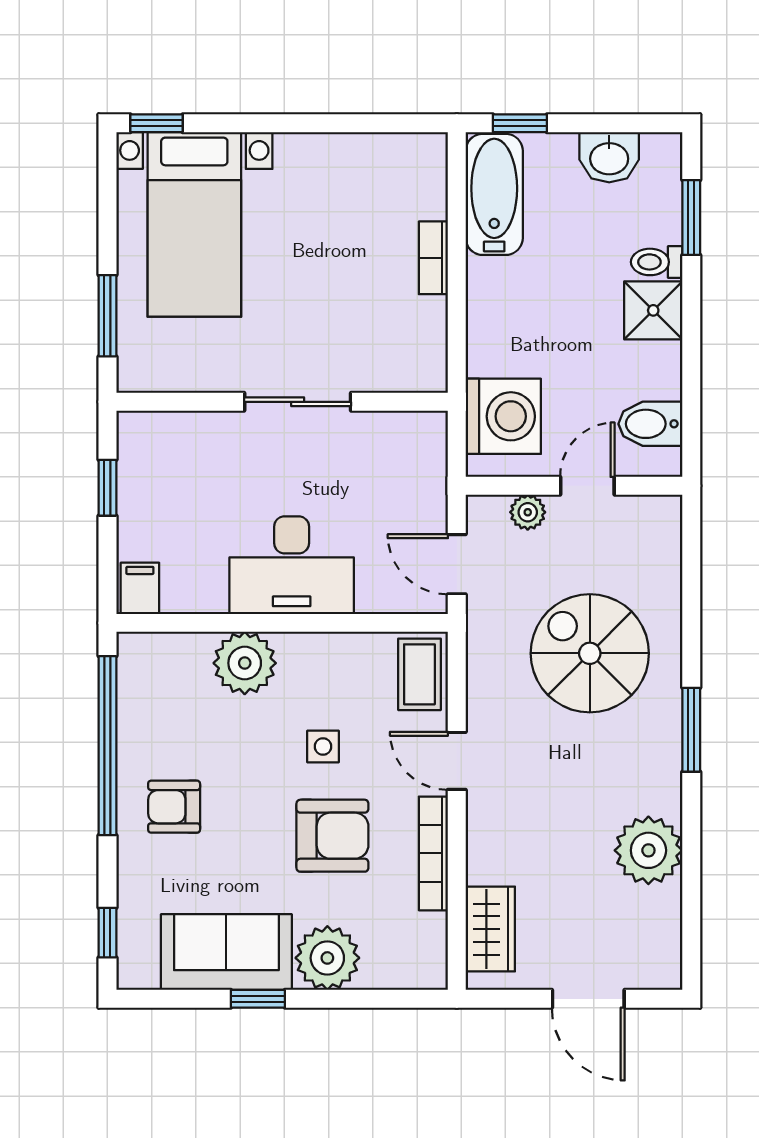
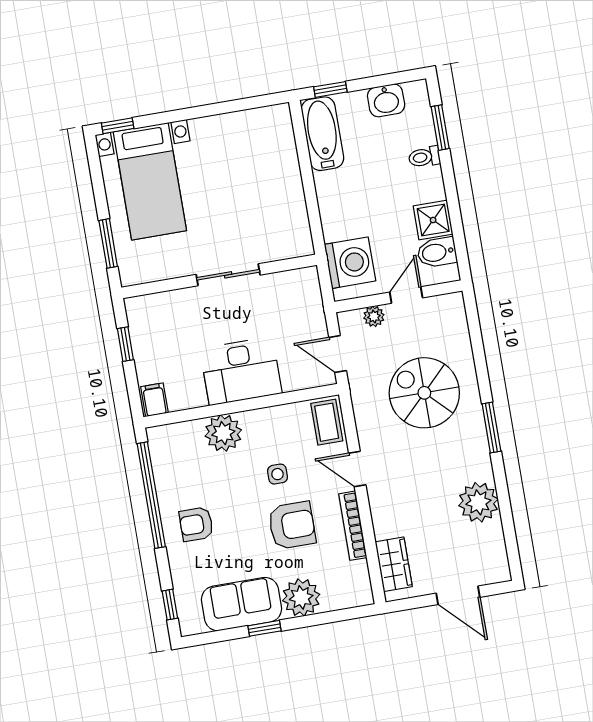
bookcase: (433, 258) -> (293, 177), removed
shower: (653, 310) -> (433, 220), moved

